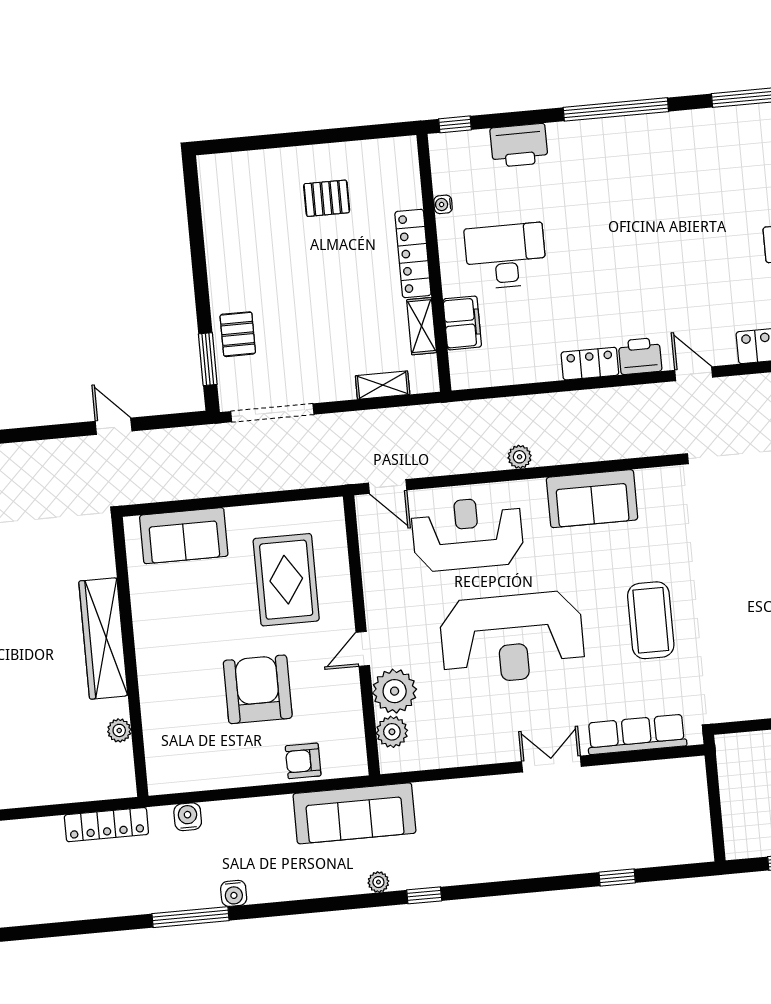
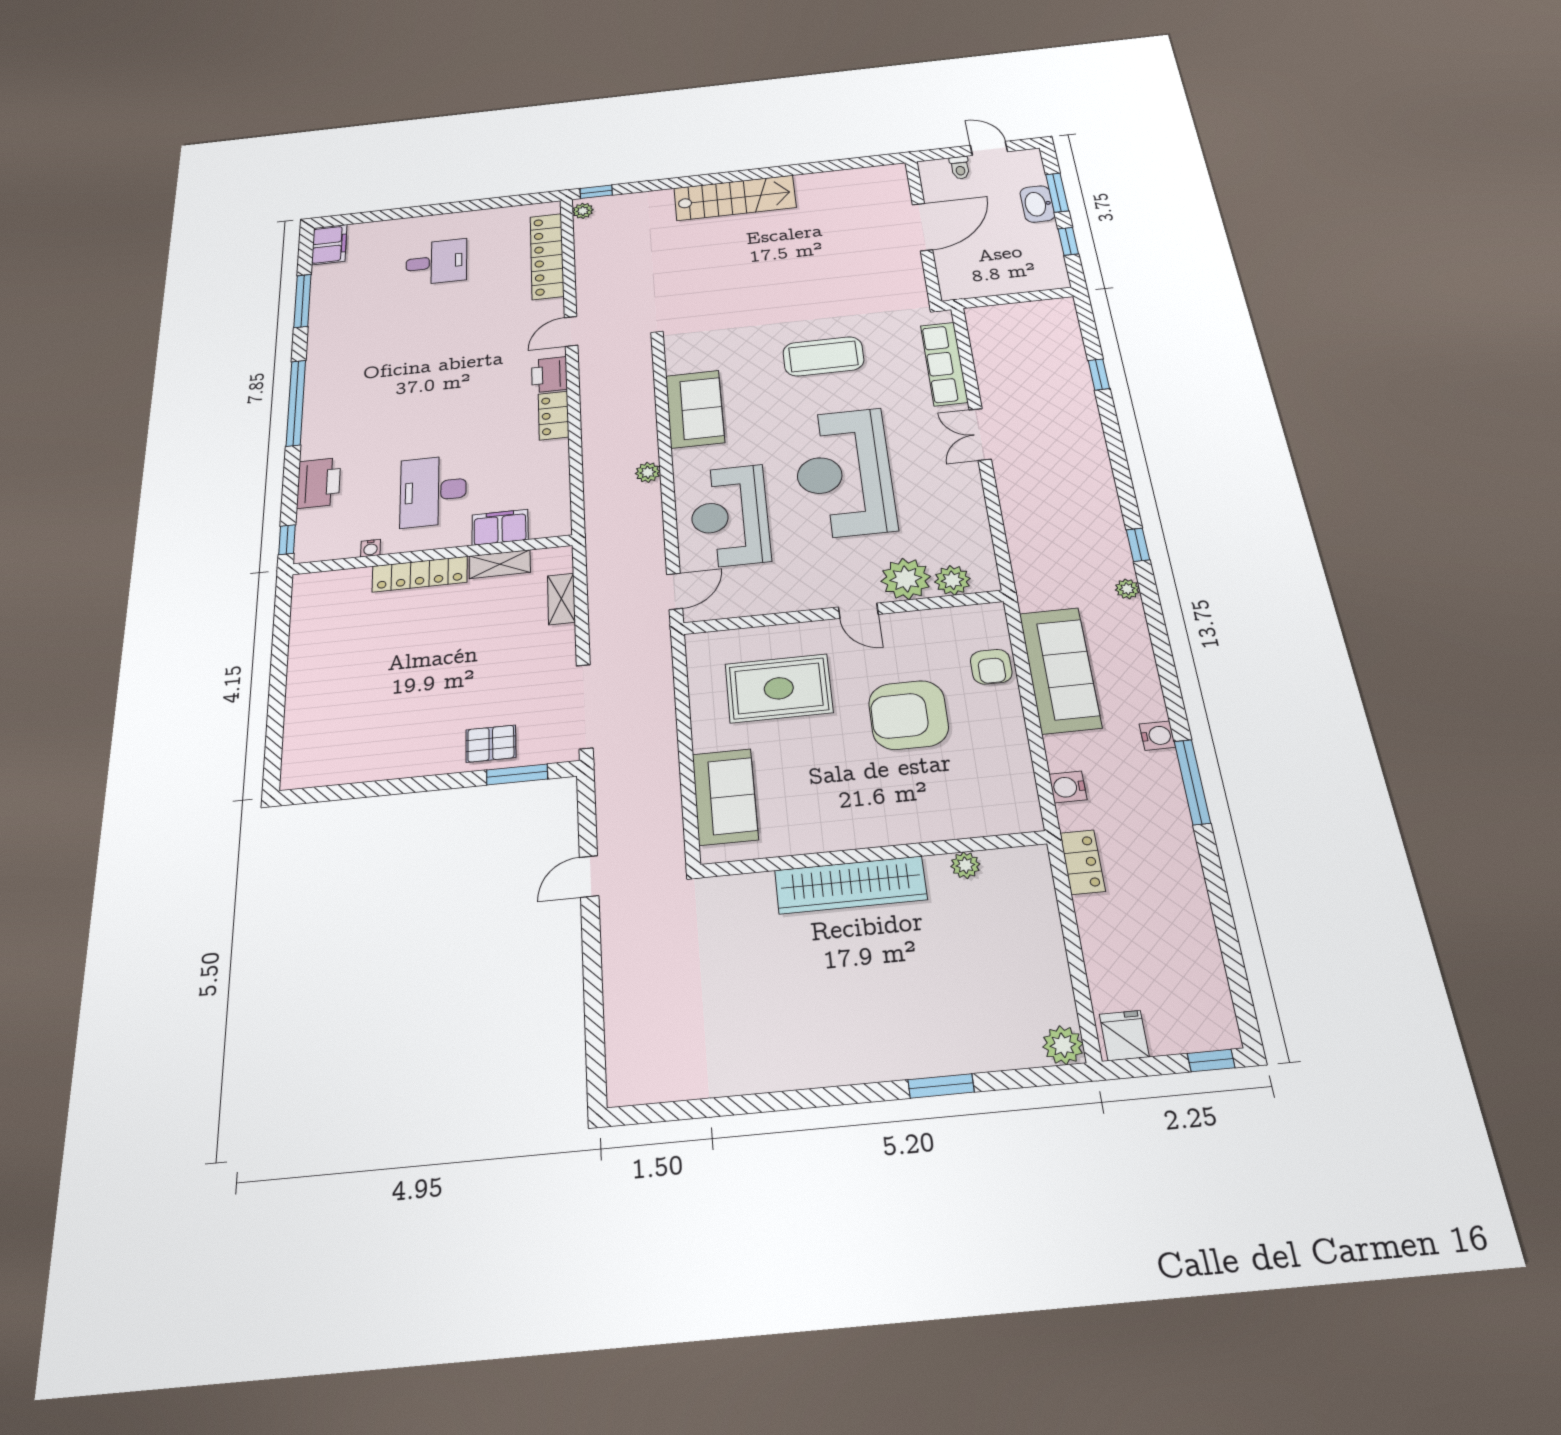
pallet: (327, 198) -> (348, 658), removed
reception desk: (512, 638) -> (844, 473), turned 180
sofa: (354, 813) -> (1060, 670), moved
locker: (106, 825) -> (1082, 862), width x0.66

